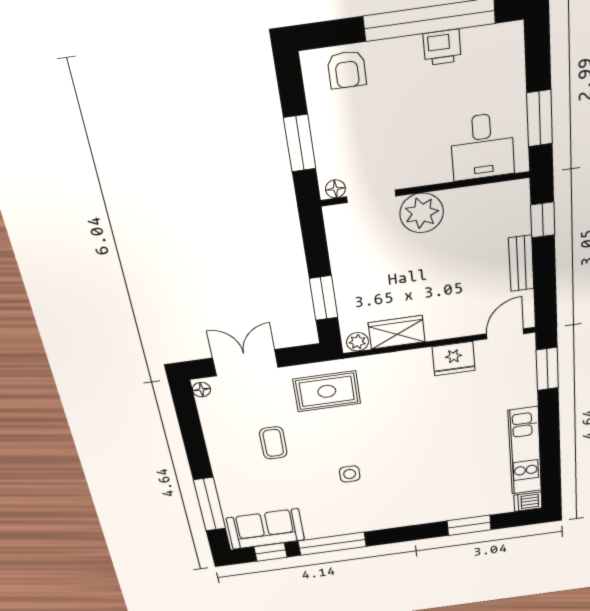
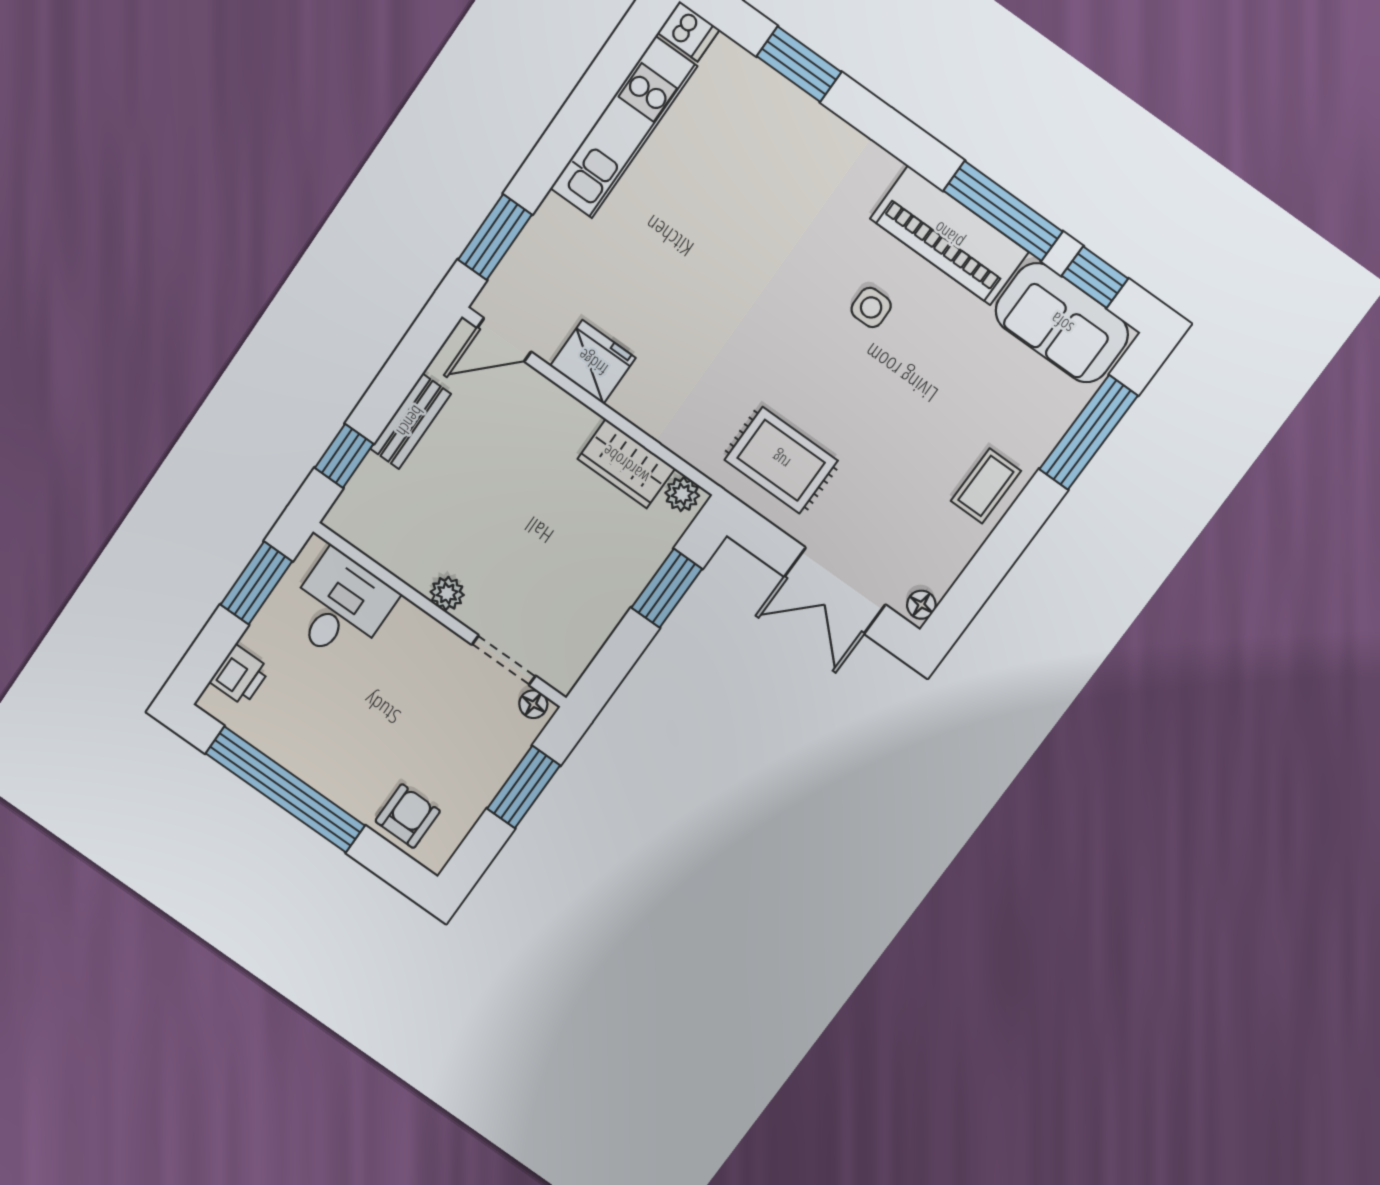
printer: (442, 47) -> (240, 675), moved, turned 90
plant: (422, 213) -> (447, 593), width x0.53, depth x0.53
coffee table: (273, 443) -> (986, 486), moved
piano: (345, 521) -> (949, 235), added

